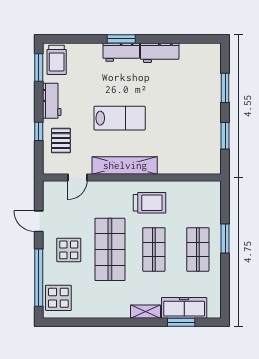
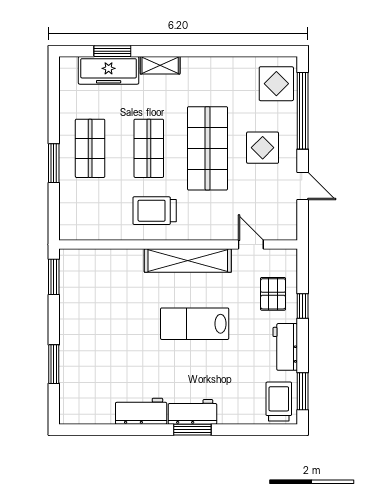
window: (225, 136) -> (54, 277), moved
door: (77, 177) -> (251, 245), hinge flipped

